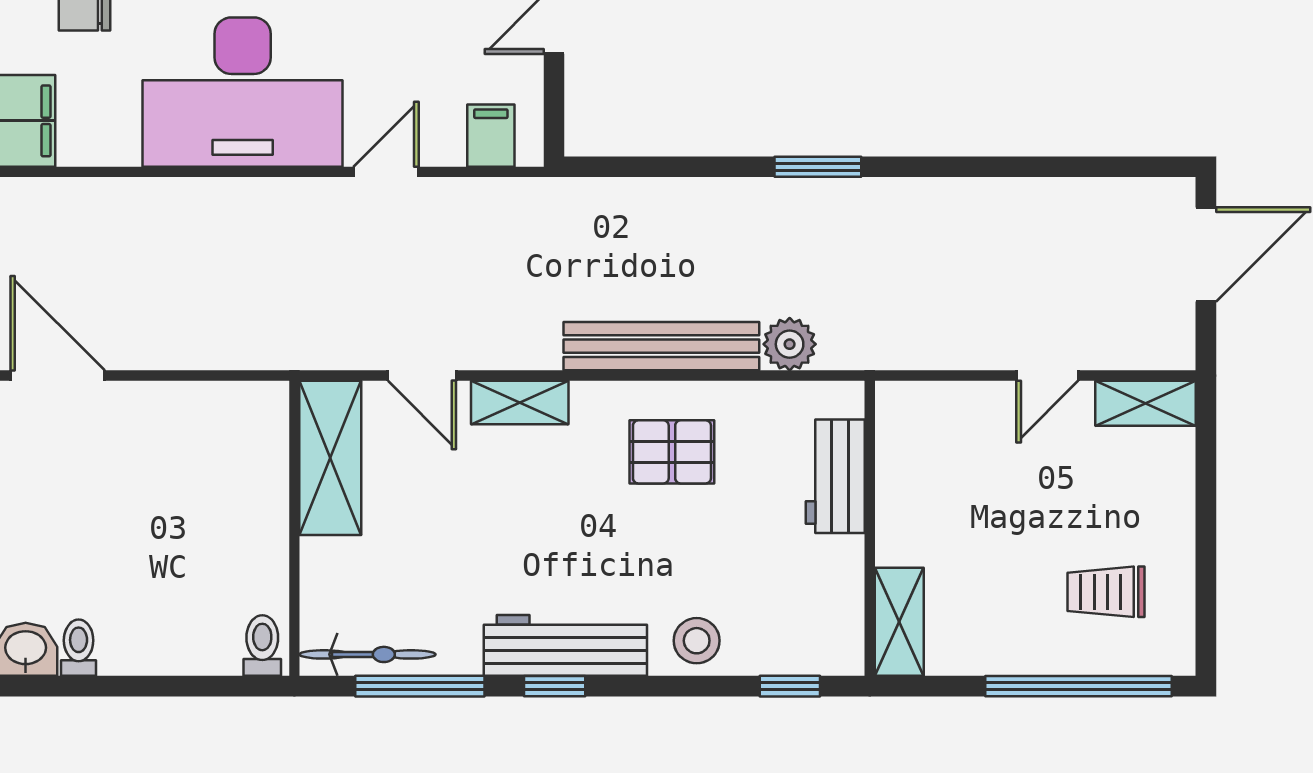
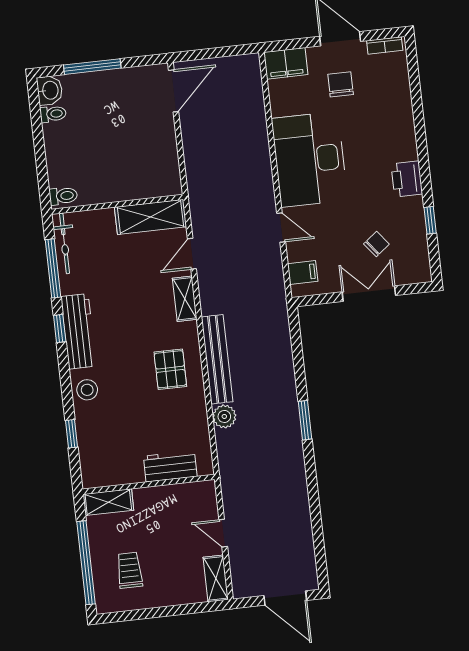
workbench: (835, 476) -> (170, 466), moved
wall: (870, 528) -> (149, 484), moved
shelving: (899, 622) -> (108, 502), moved

